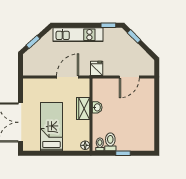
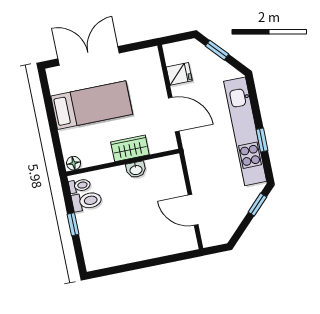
window: (108, 25) -> (262, 140), moved
kitchen unit: (78, 35) -> (245, 131), width x1.36
fridge: (97, 68) -> (179, 74), moved

